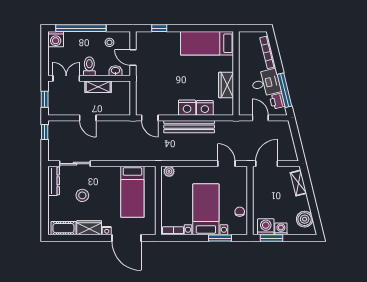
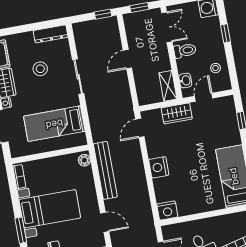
window: (81, 28) -> (226, 33), width x0.32
wardrobe: (226, 85) -> (177, 113), moved, turned 180
shelving: (98, 87) -> (168, 86), moved
nightstand: (205, 108) -> (167, 210), moved, turned -90
bench: (189, 127) -> (105, 170), moved
sliding door: (75, 164) -> (78, 77), moved
door: (226, 164) -> (105, 222), hinge flipped

